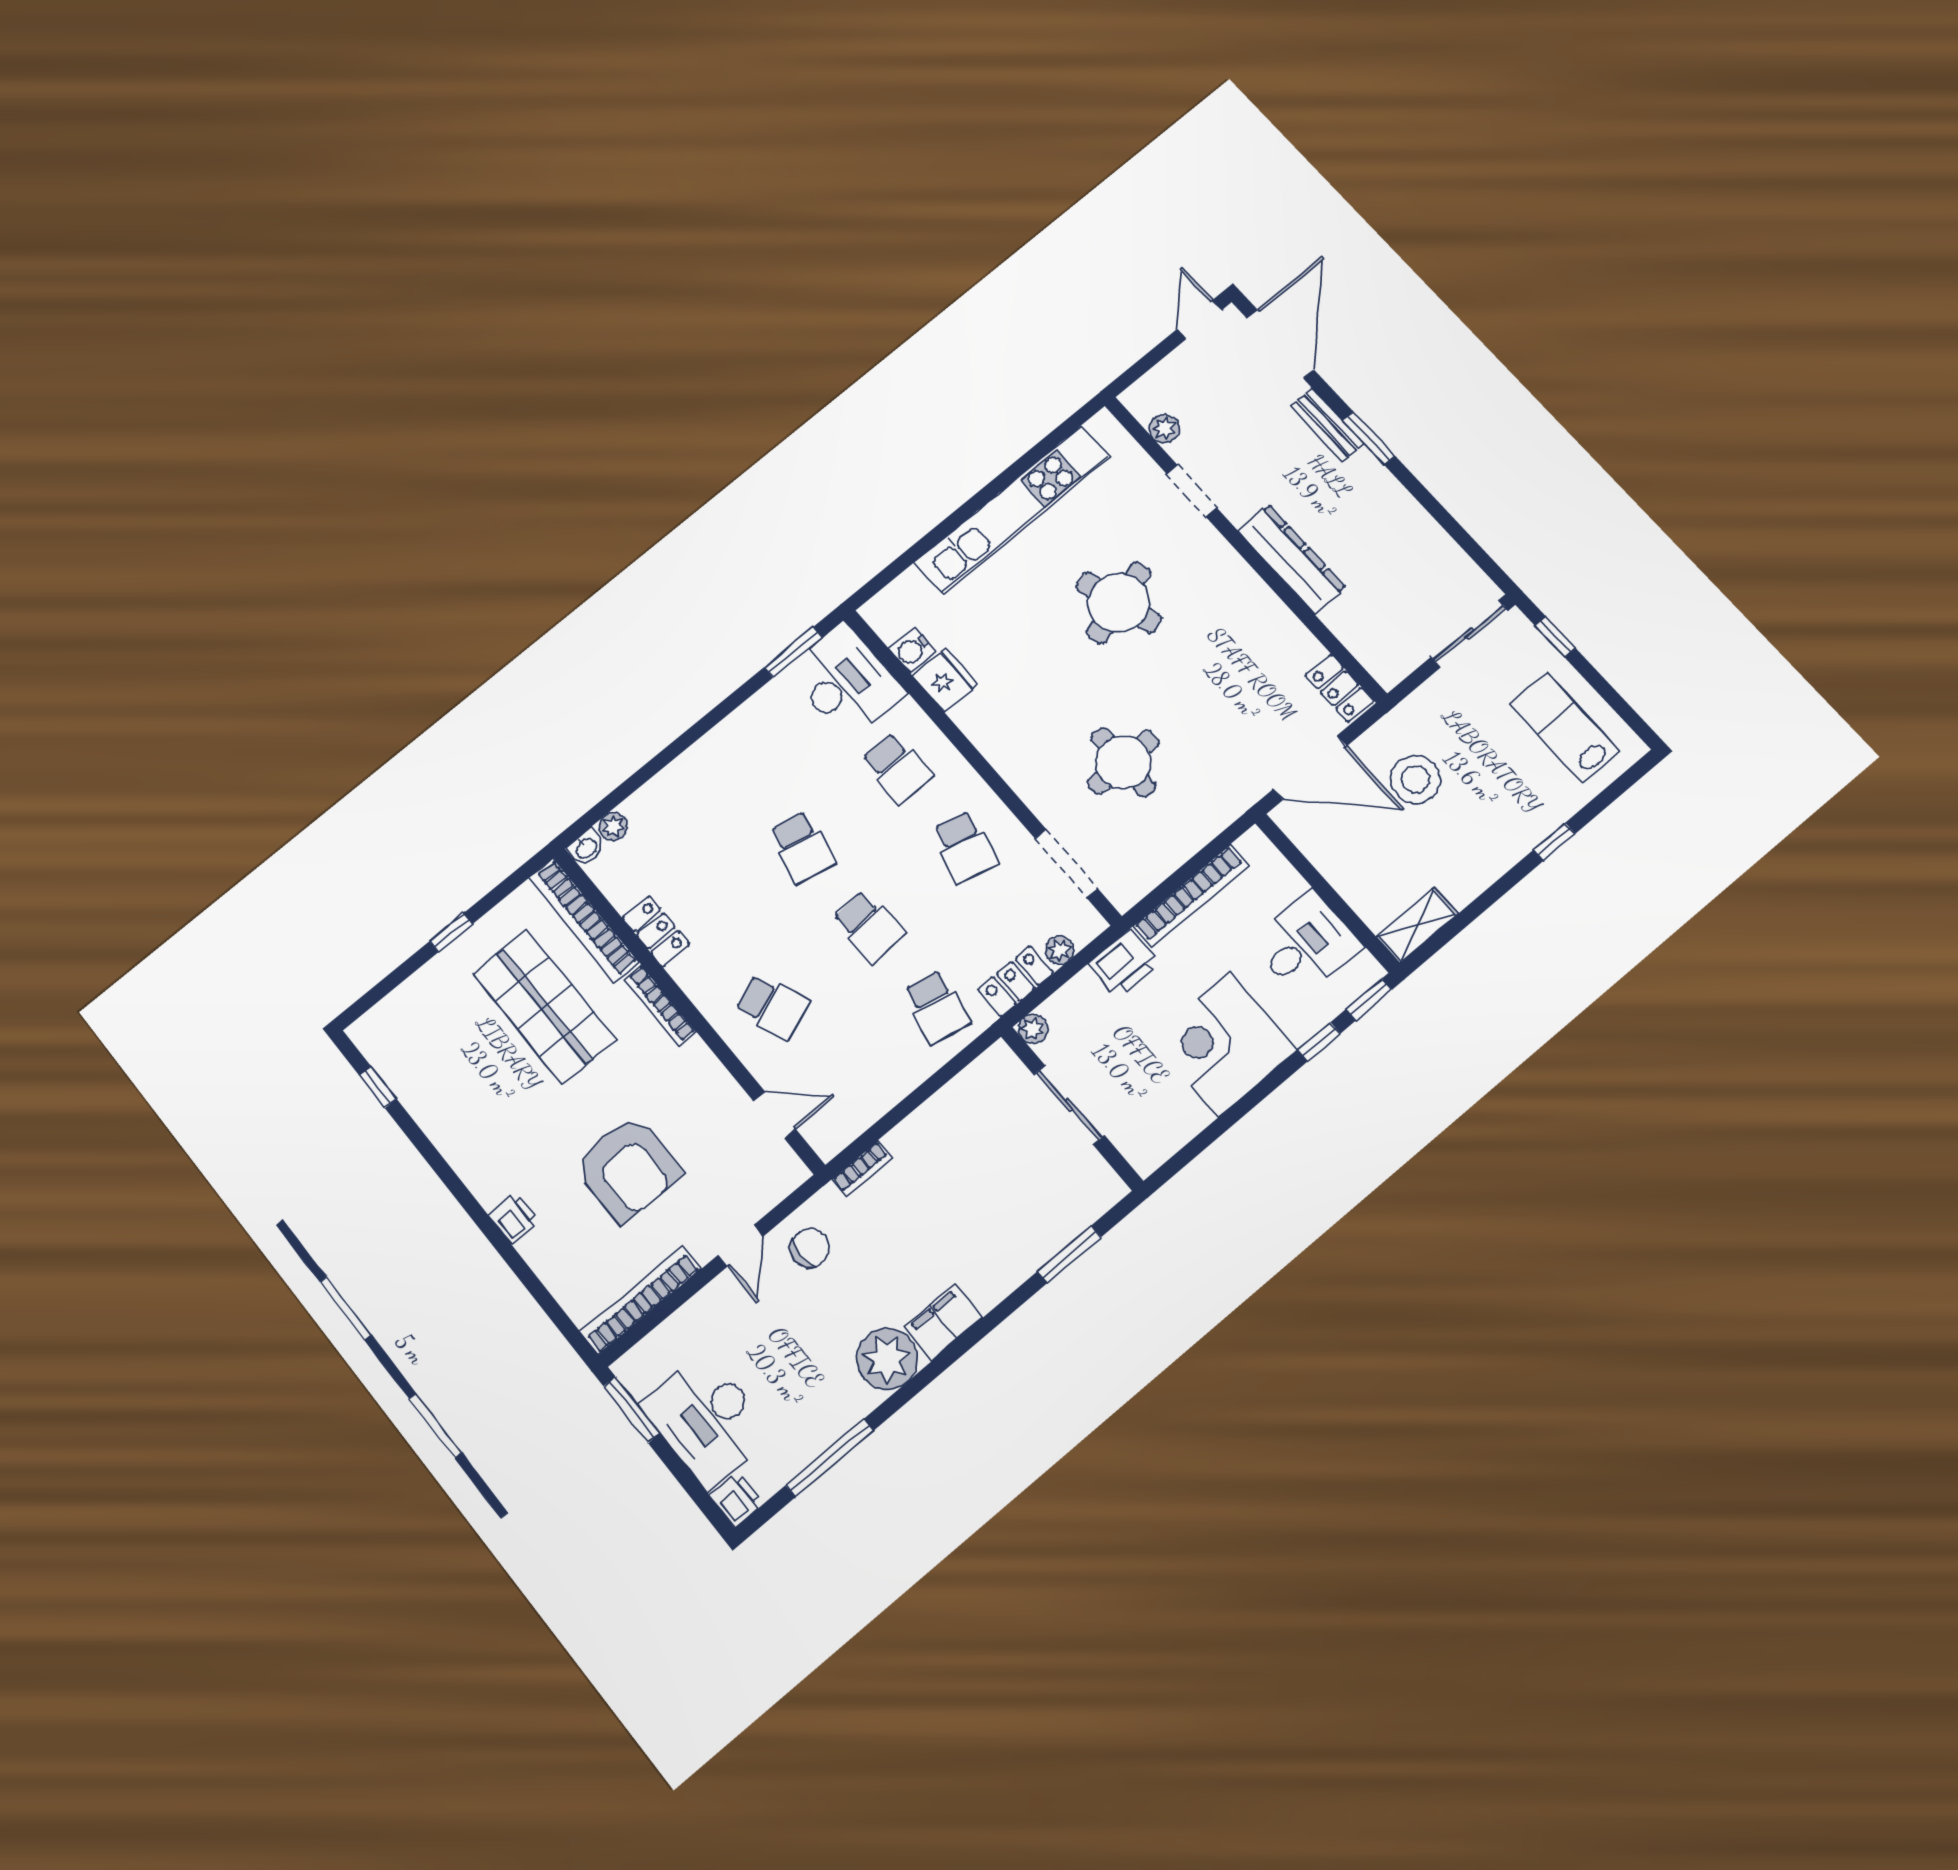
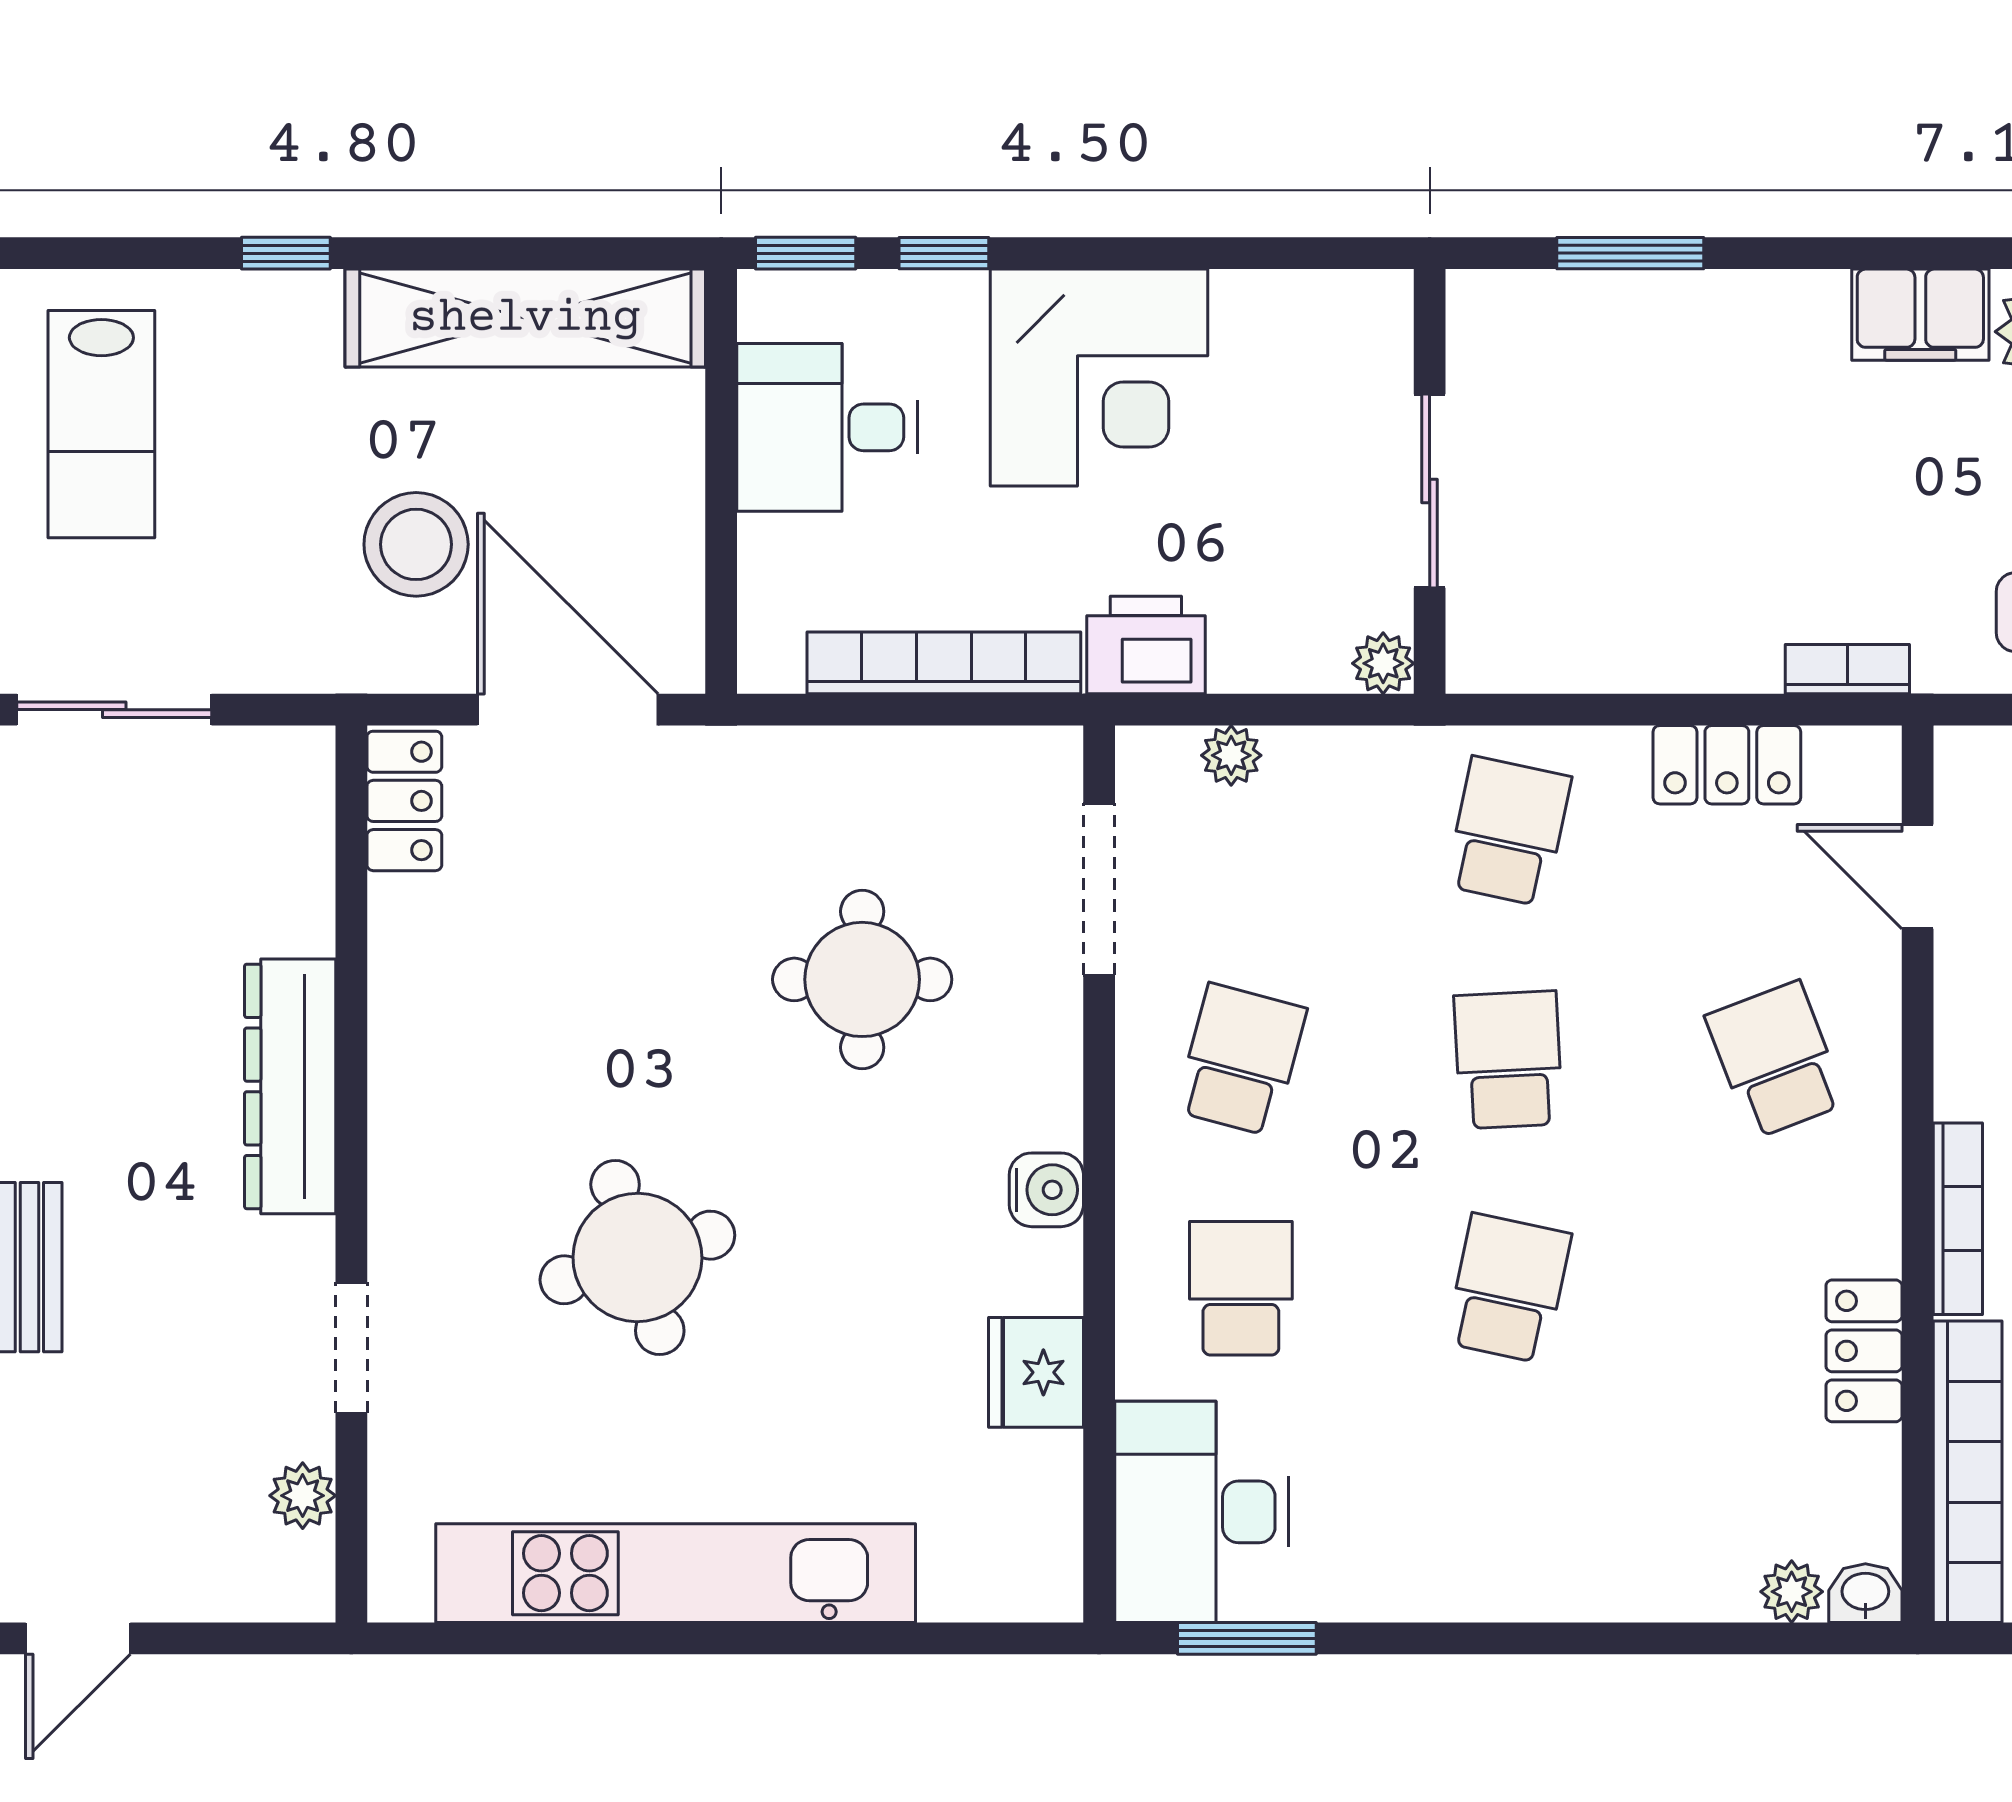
water cooler: (912, 650) -> (1046, 1190), moved
shelving: (1417, 925) -> (525, 318), width x2.20, depth x1.33
locker: (1016, 981) -> (1727, 765), moved

